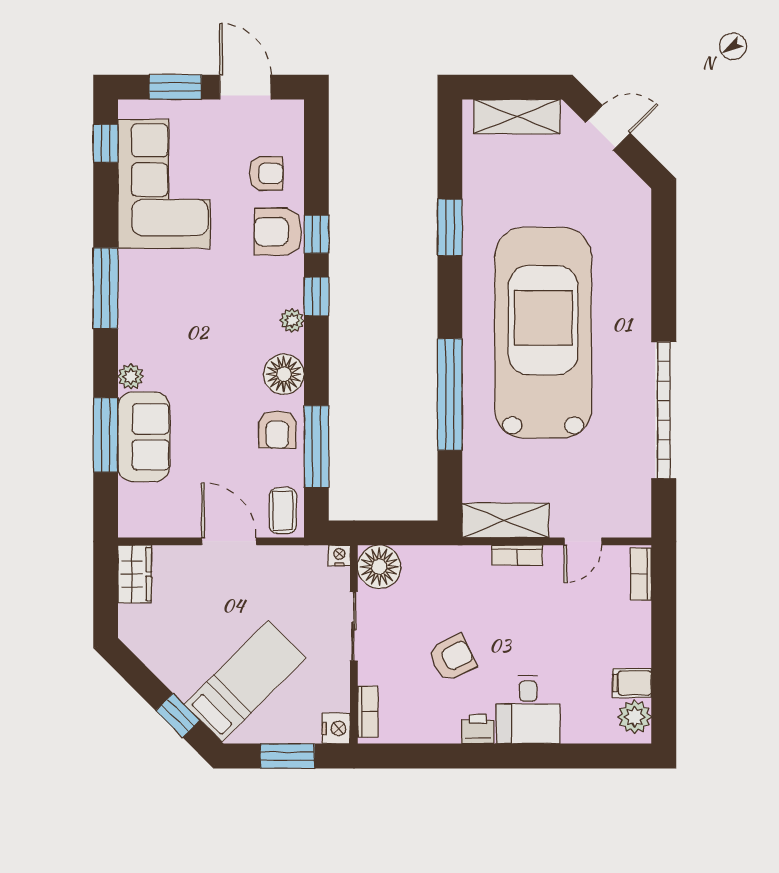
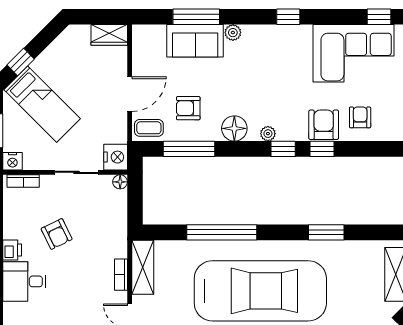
armchair: (266, 173) -> (360, 117), turned 180
window: (106, 288) -> (288, 17), width x0.46
armchair: (277, 429) -> (188, 108), moved
nightstand: (339, 555) -> (116, 157), width x1.89, depth x1.79
floor lamp: (379, 567) -> (120, 182), width x0.53, depth x0.53

